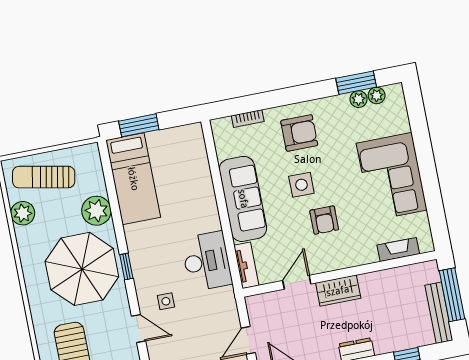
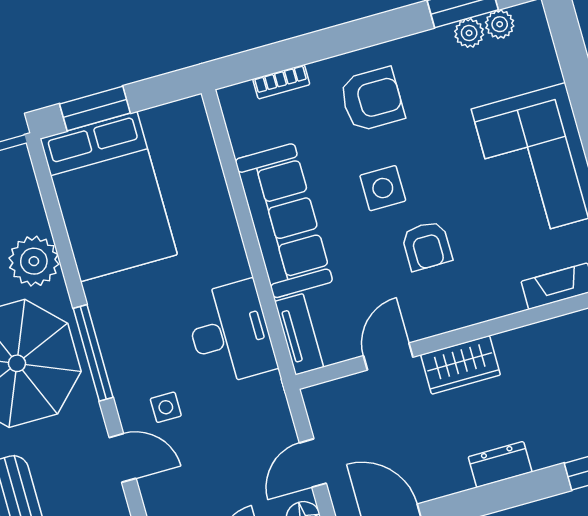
bed: (133, 179) -> (109, 197), width x1.50
window: (126, 266) -> (93, 353), width x2.17

